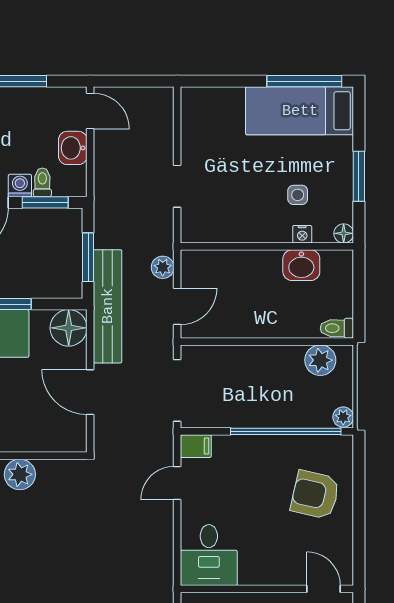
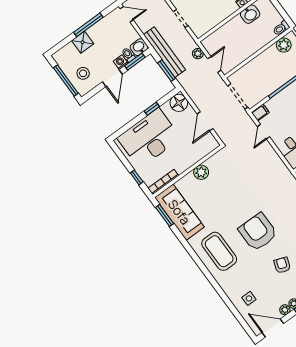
washbasin: (73, 148) -> (139, 47), moved, turned 90
bench: (108, 306) -> (165, 52), moved
door: (90, 392) -> (205, 121), hinge flipped

